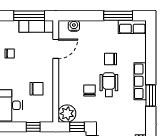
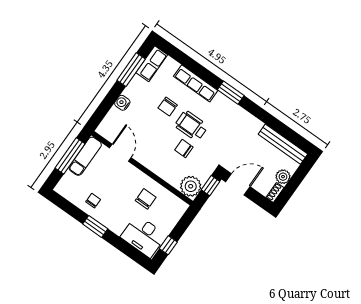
water cooler: (74, 26) -> (122, 103), moved
row of seats: (140, 81) -> (196, 83), moved
window: (33, 127) -> (168, 245), moved

